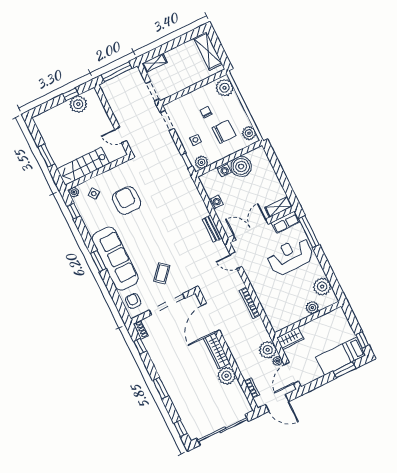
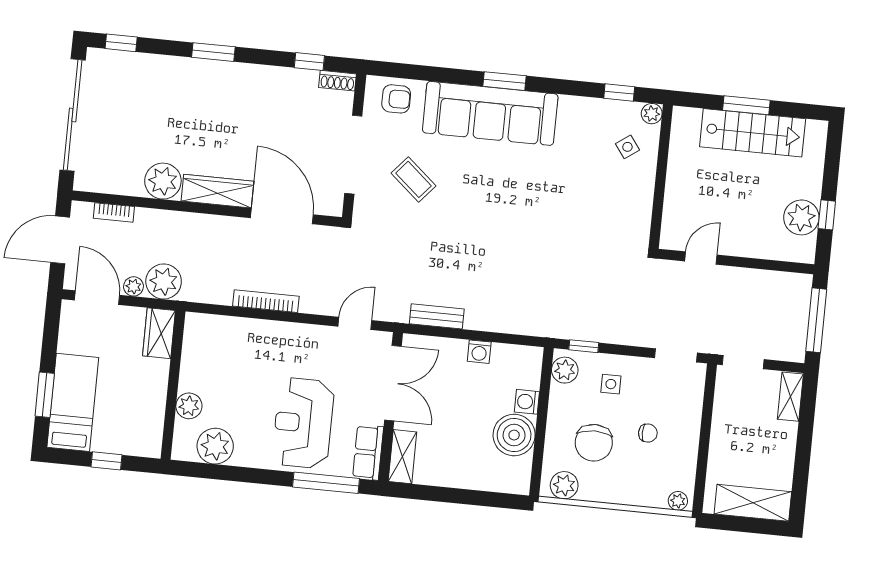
plant: (224, 88) -> (678, 501), width x0.53, depth x0.53
stairs: (83, 166) -> (753, 133), moved, turned 90
armchair: (127, 200) -> (580, 197), removed
reception desk: (290, 256) -> (303, 423), turned 180
window: (362, 340) -> (106, 461), moved

